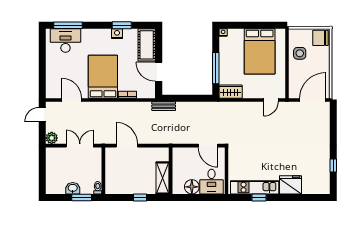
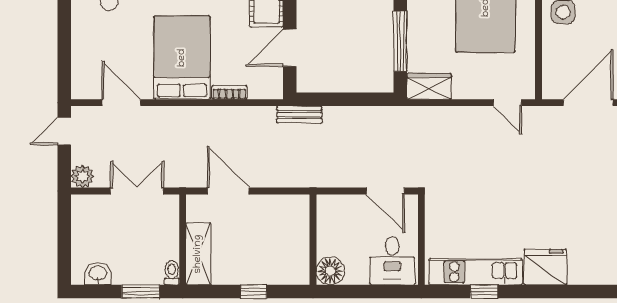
door: (159, 72) -> (290, 48), hinge flipped
door: (271, 100) -> (507, 103), hinge flipped
shelving: (162, 178) -> (198, 254), moved
floor lamp: (192, 187) -> (330, 271), moved
washbasin: (73, 188) -> (98, 274), moved

